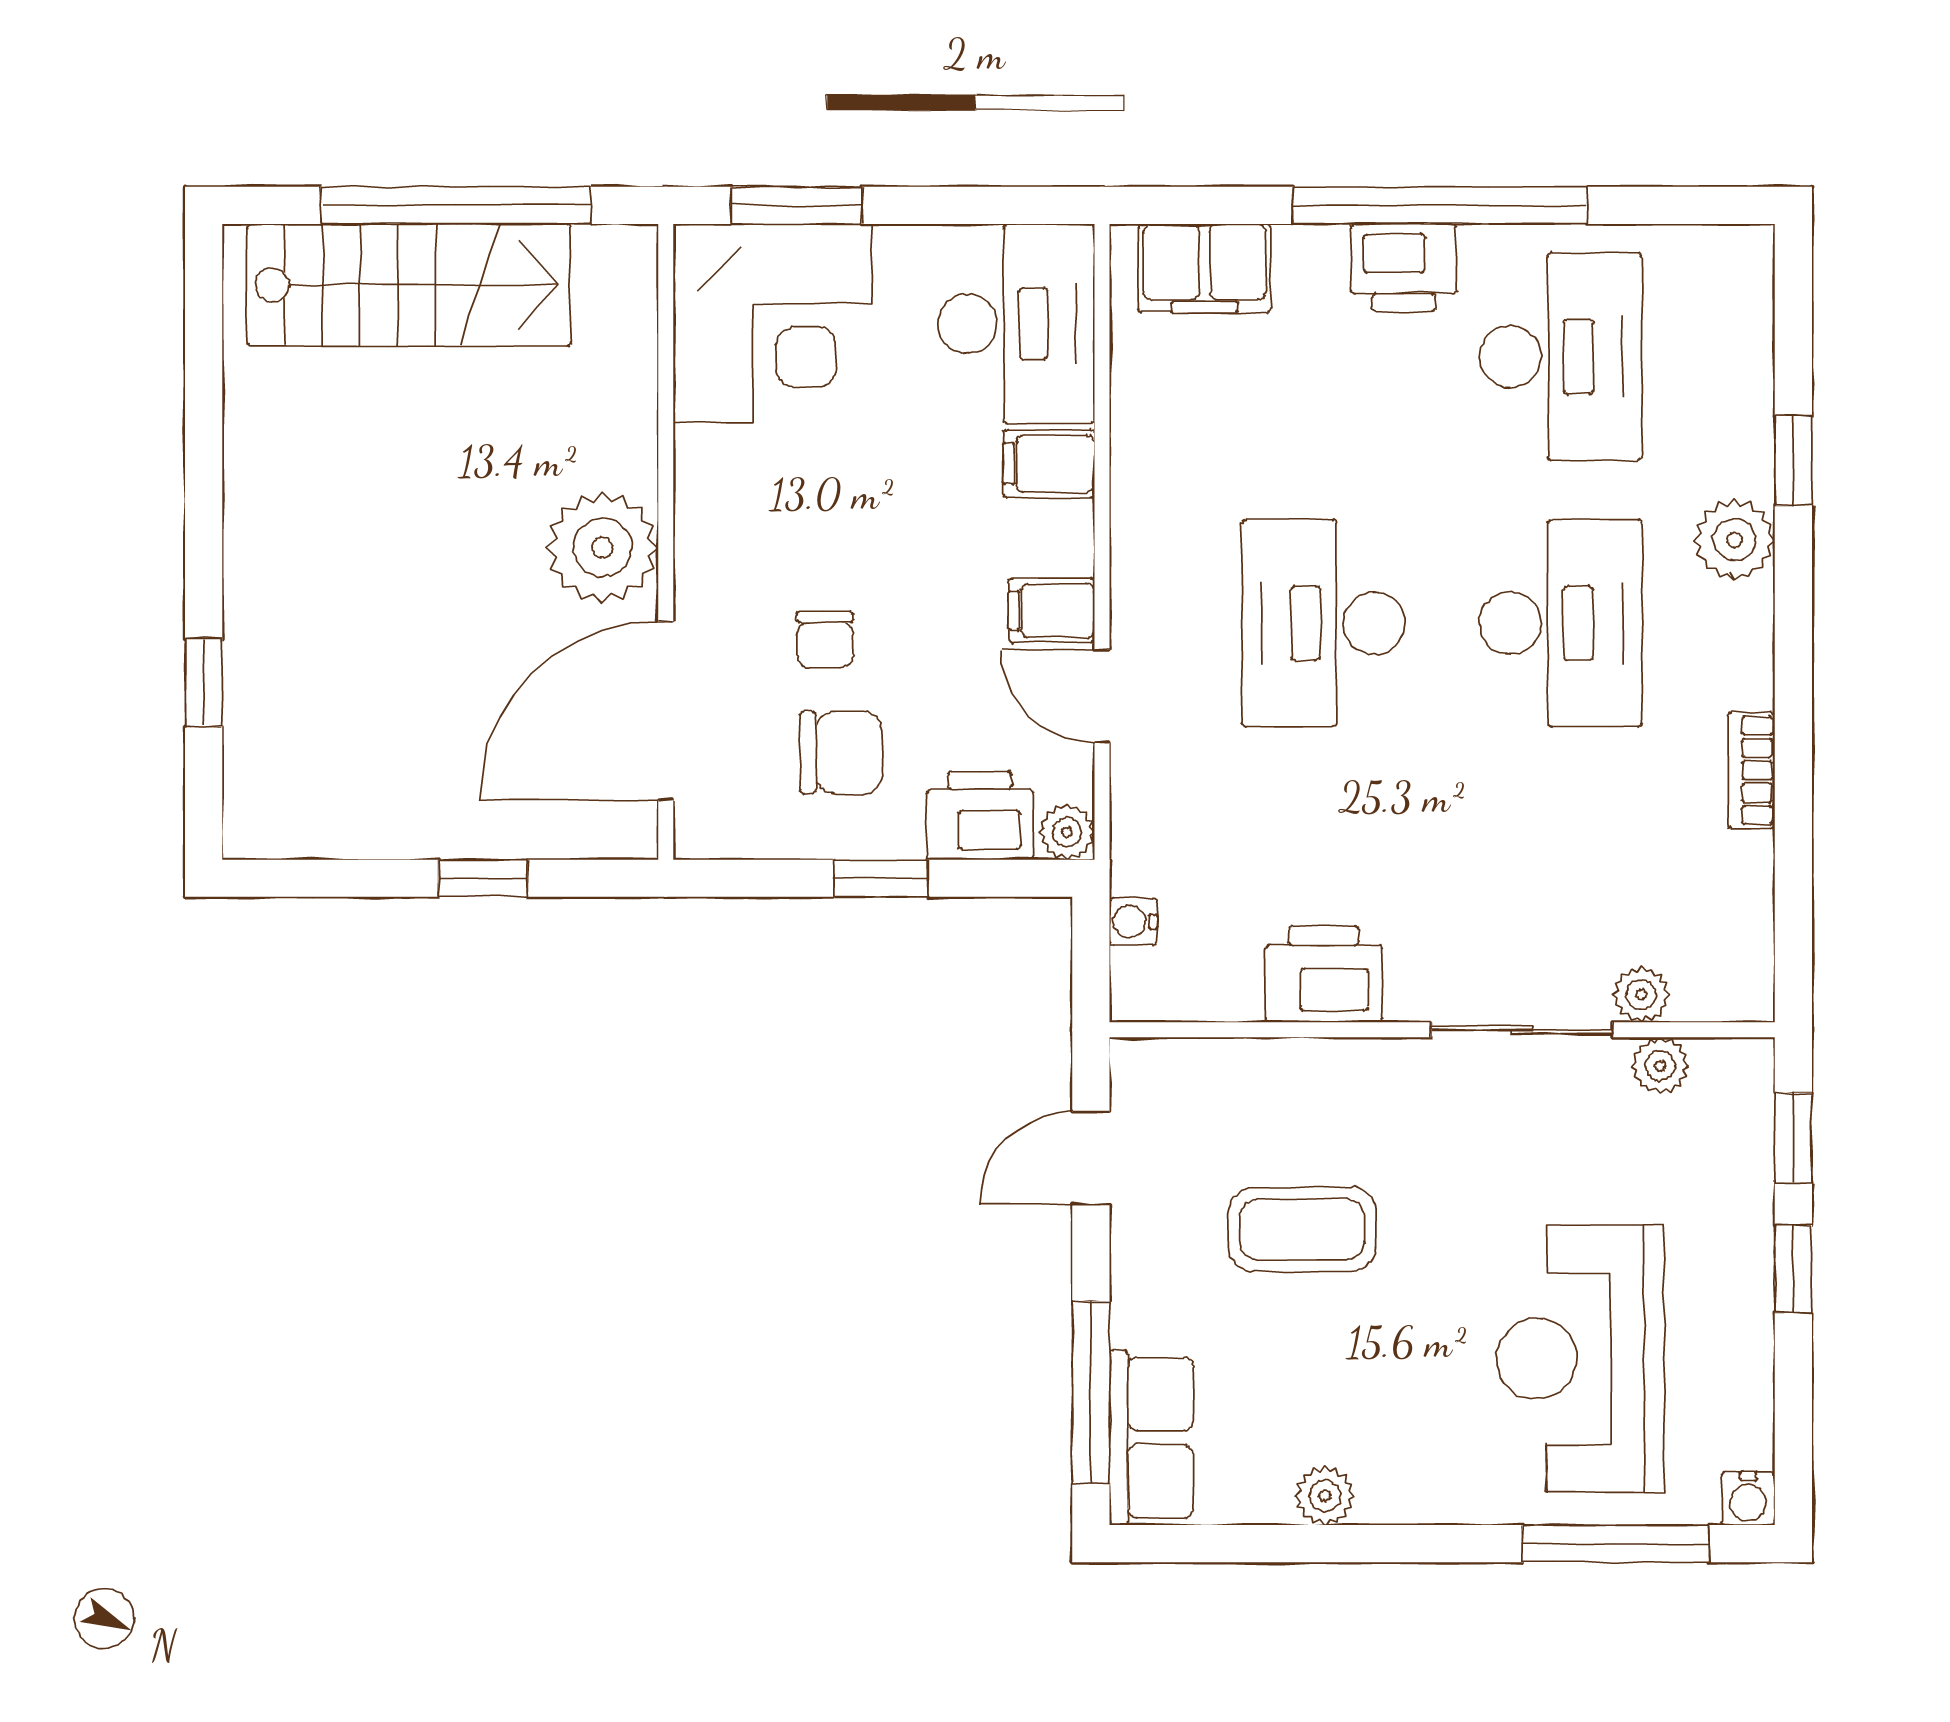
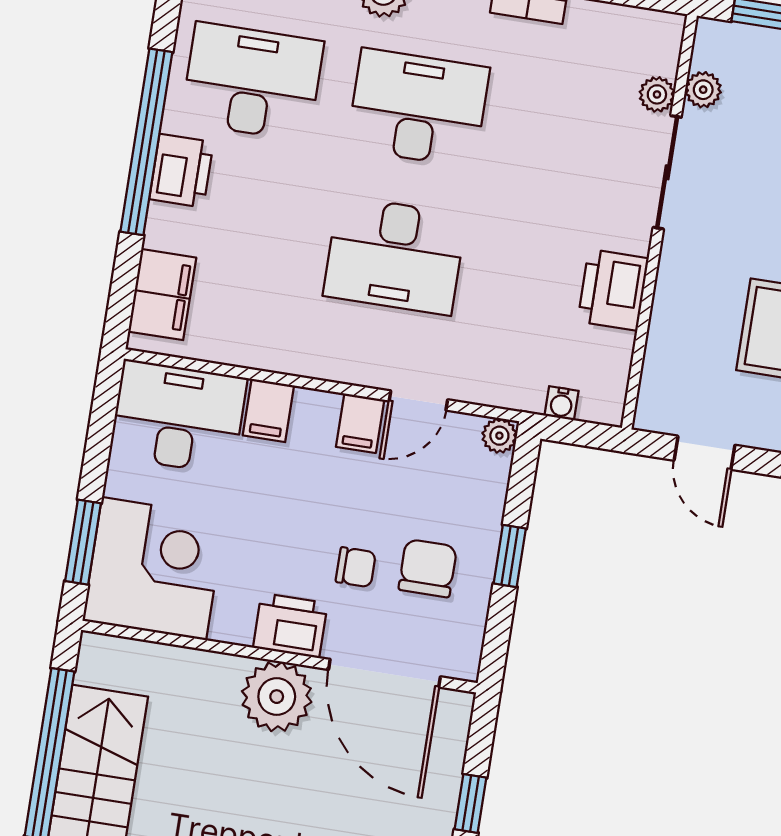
printer: (980, 816) -> (290, 625), moved, turned 90

